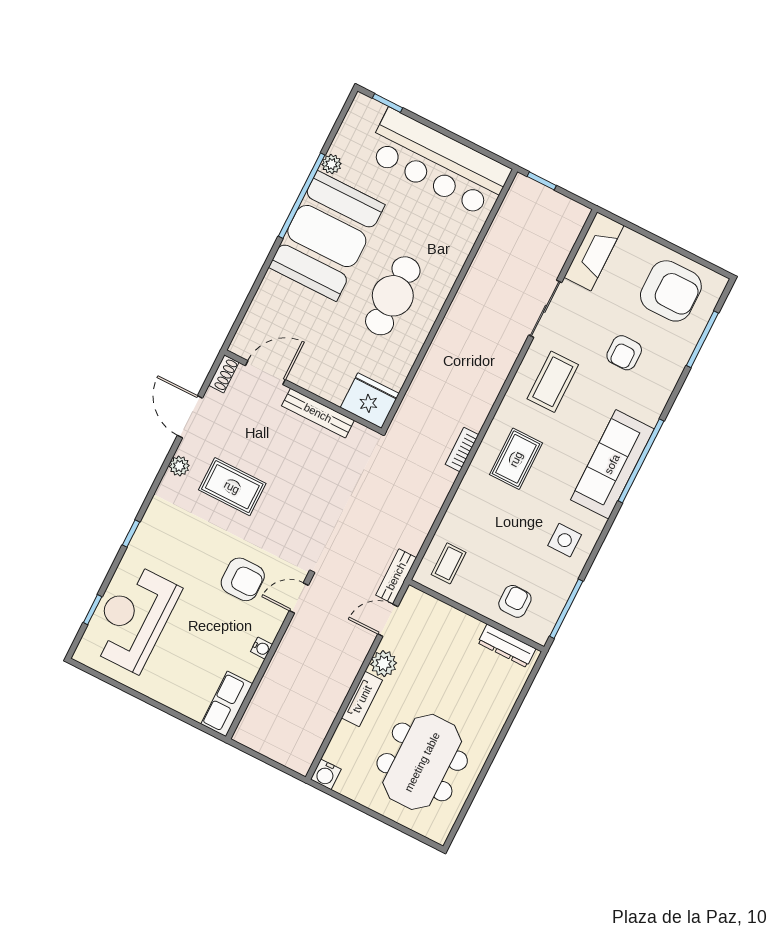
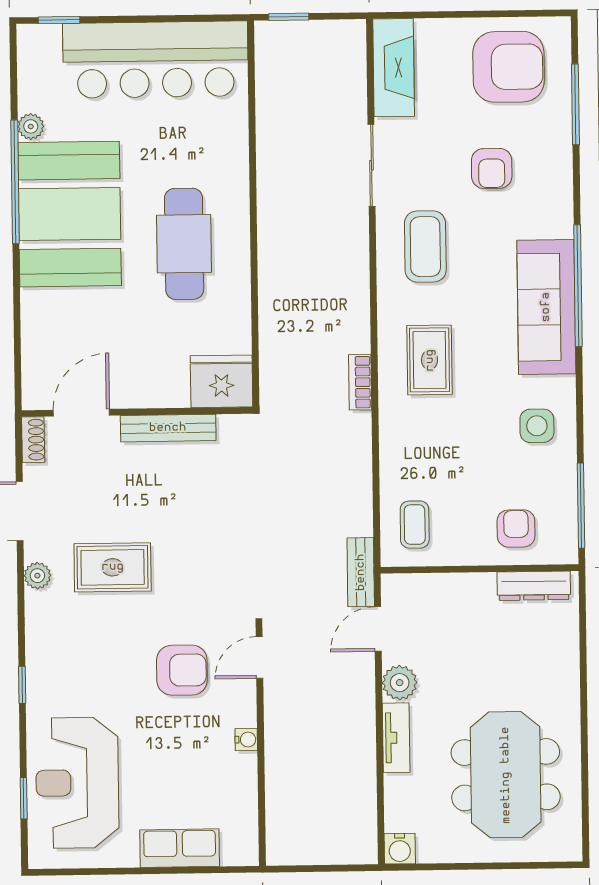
row of seats: (227, 704) -> (180, 848), moved, turned 90

